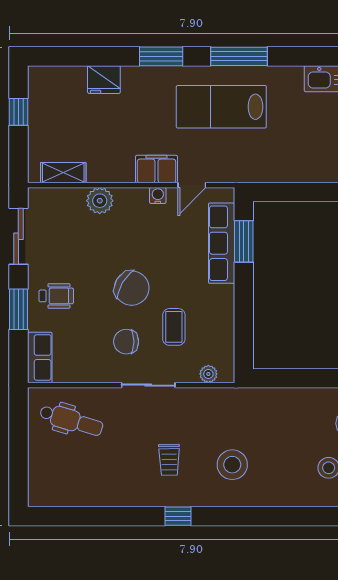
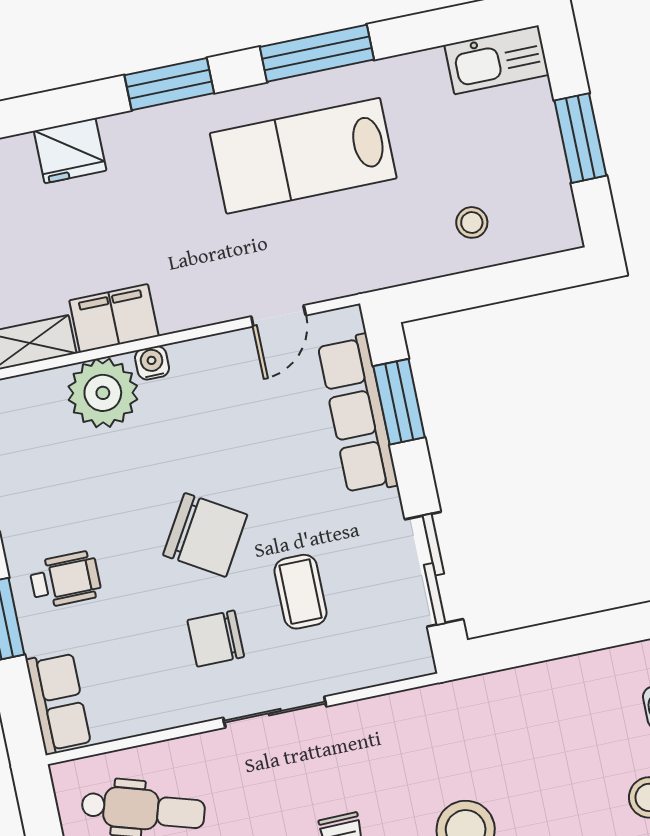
stool: (300, 158) -> (472, 222), added
filing cabinet: (156, 169) -> (114, 318), moved
water cooler: (158, 195) -> (152, 363), moved
plant: (100, 201) -> (103, 393), width x1.36, depth x1.36
sliding door: (244, 330) -> (434, 569), added
plant: (208, 374) -> (385, 667), removed

